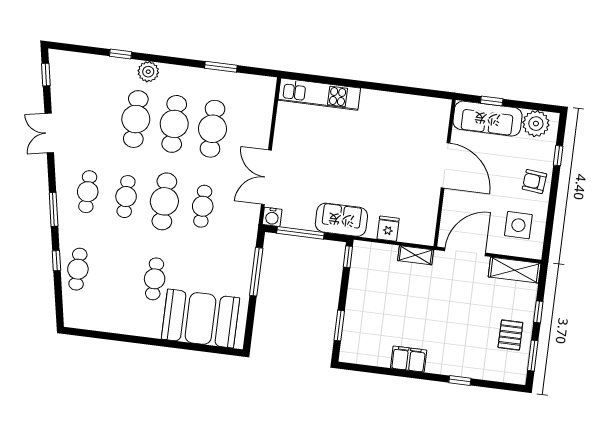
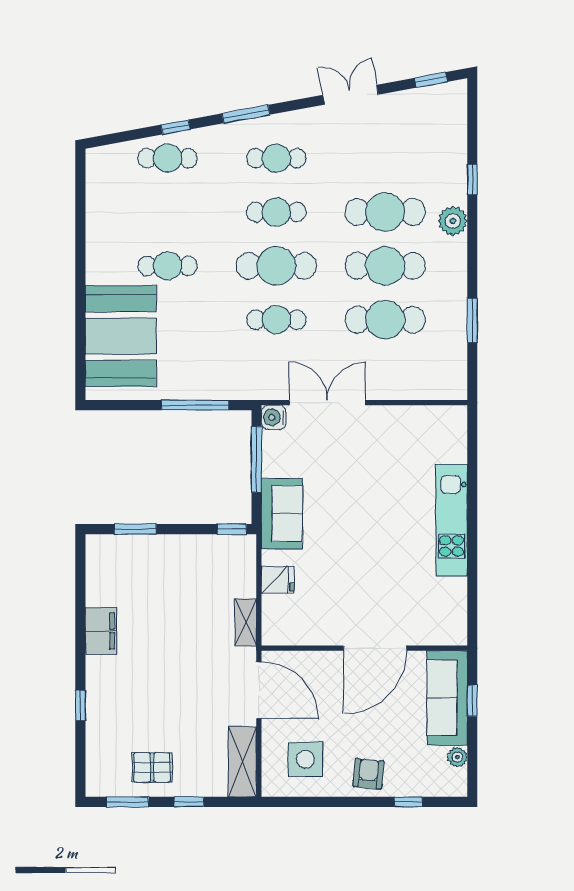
kitchen unit: (319, 94) -> (452, 520), moved
plant: (536, 124) -> (457, 757), width x0.53, depth x0.53

